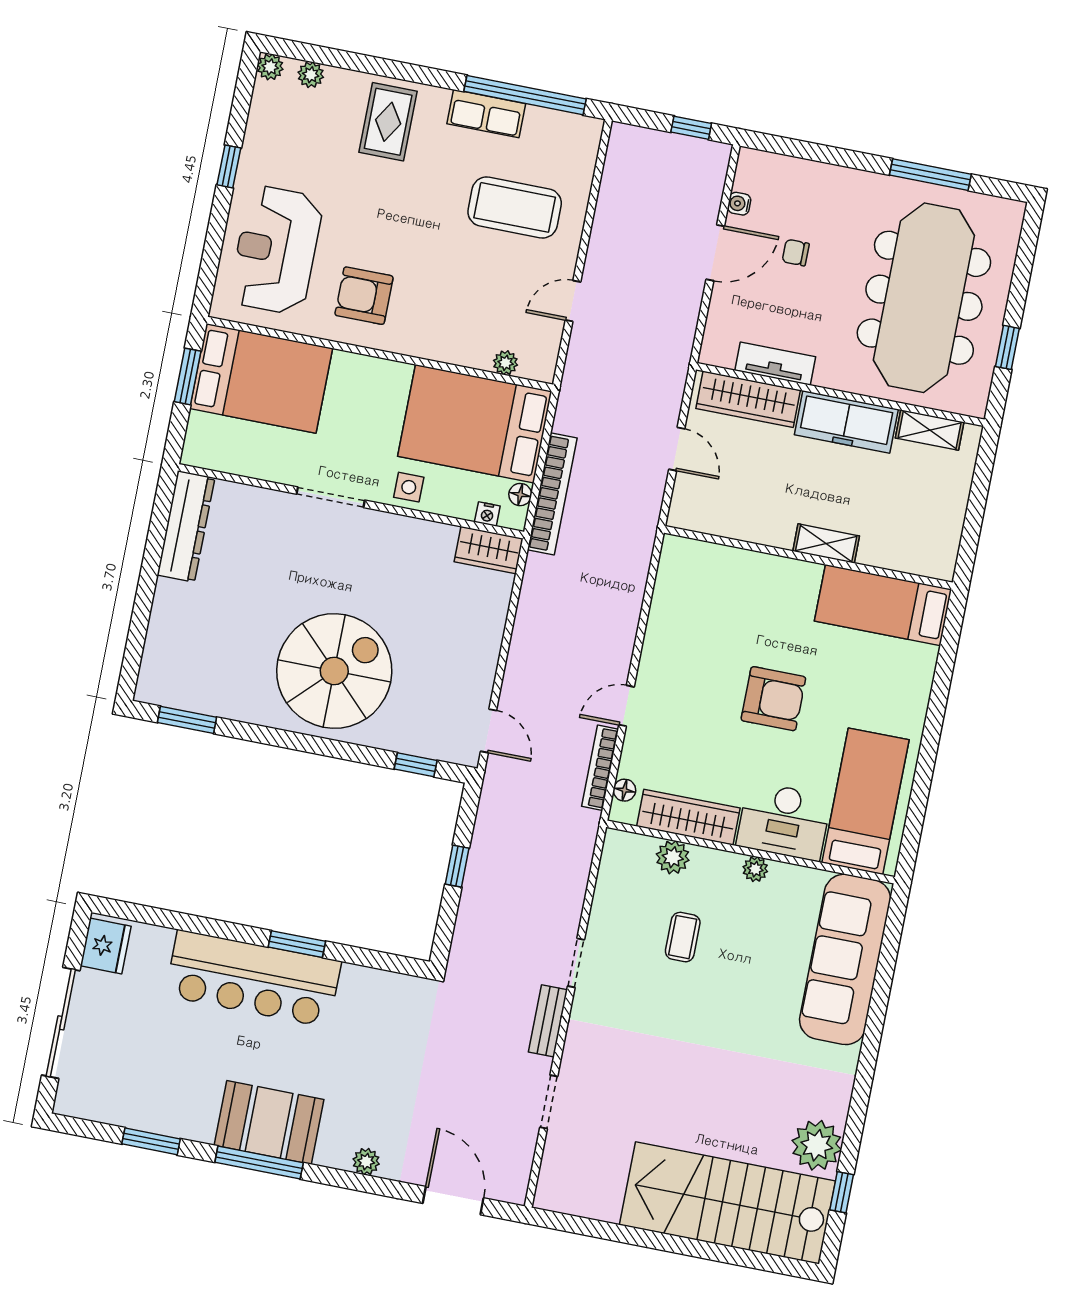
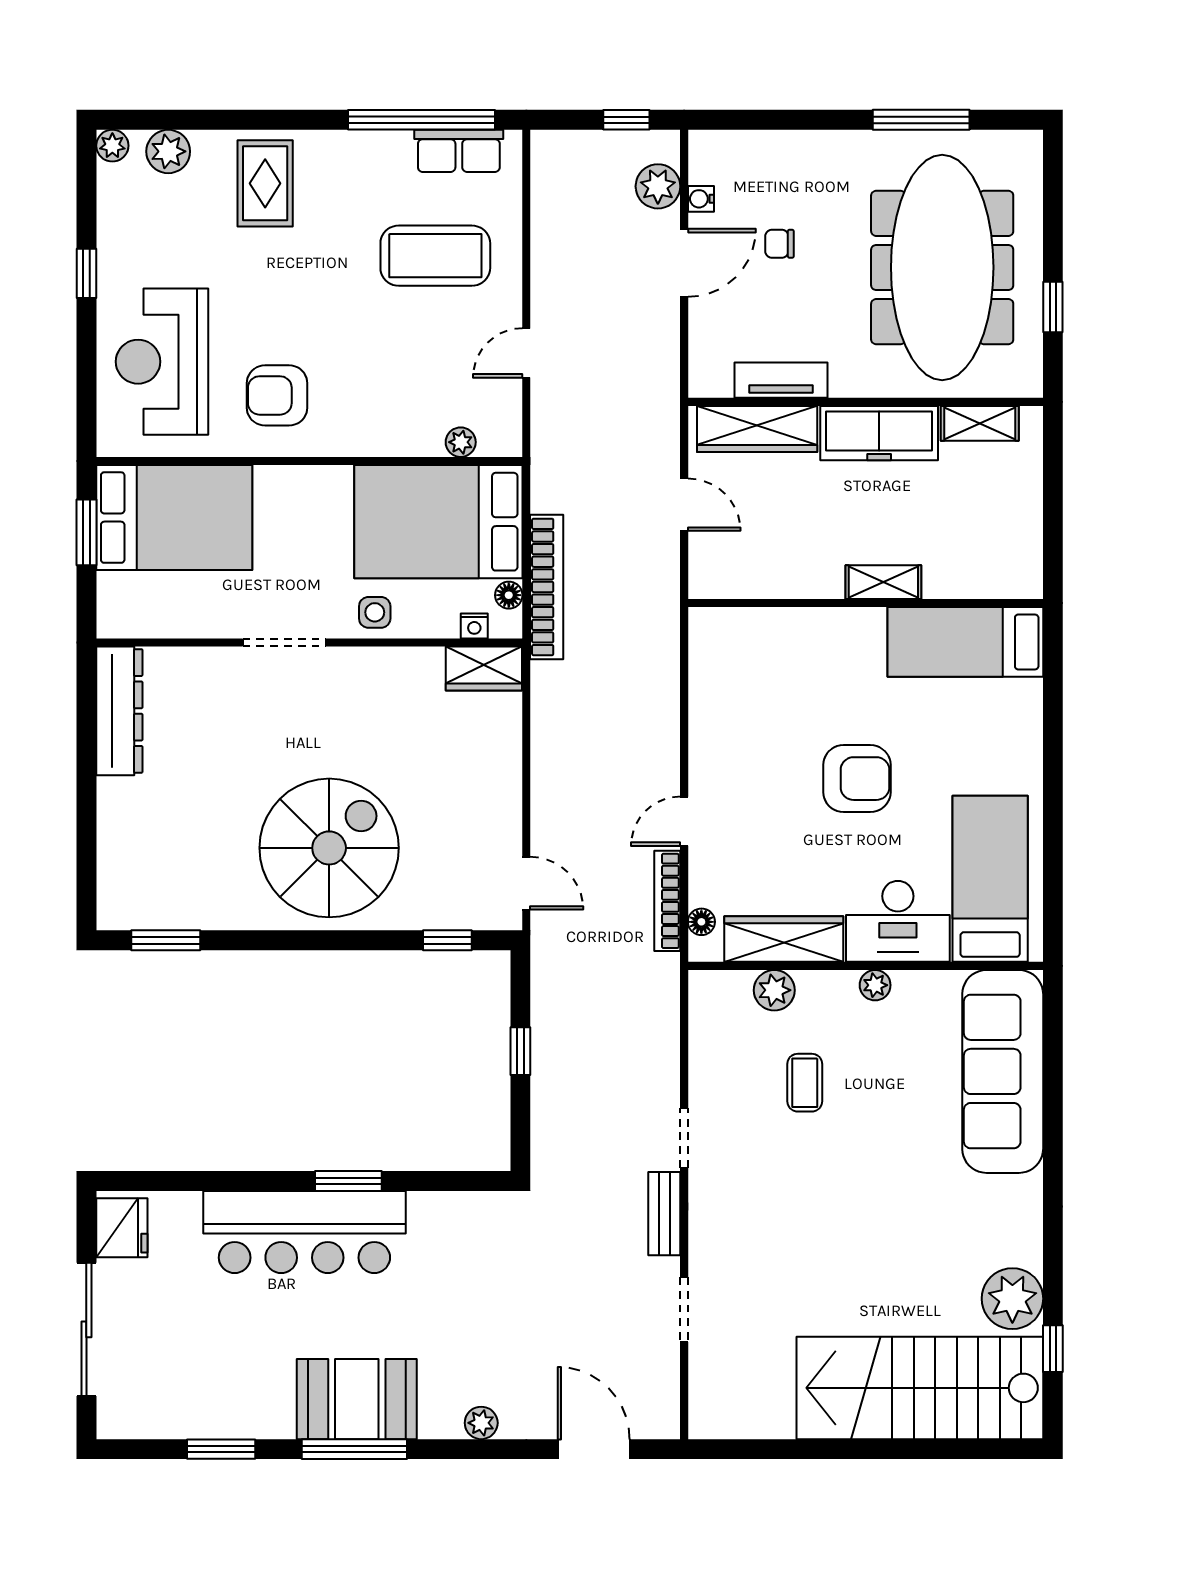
plant: (311, 75) -> (168, 151), width x1.38, depth x1.38
row of seats: (486, 114) -> (459, 151), moved
plant: (706, 187) -> (658, 186), added

